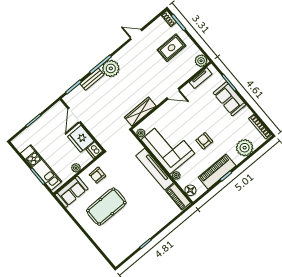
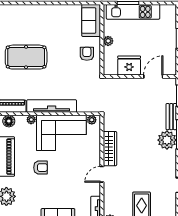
wardrobe: (140, 112) -> (110, 149), moved
door: (74, 115) -> (153, 76), hinge flipped
dishwasher: (94, 150) -> (110, 69), removed
pool table: (106, 207) -> (26, 57), moved, turned 90

